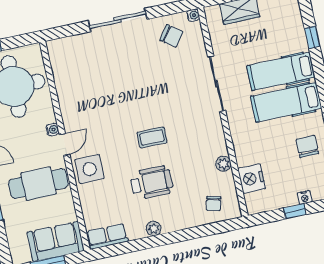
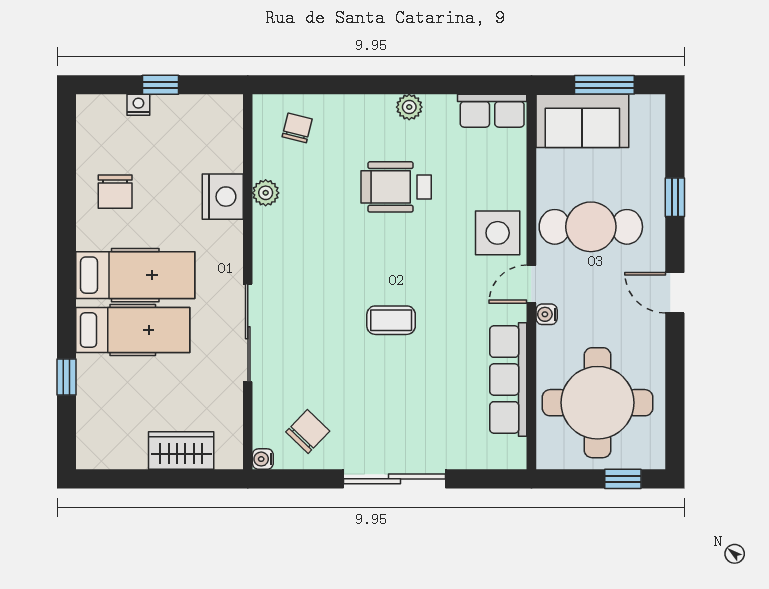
chair: (171, 36) -> (308, 432), turned 98
row of seats: (66, 89) -> (508, 380), added
coffee table: (152, 137) -> (391, 320), moved
nightstand: (252, 179) -> (223, 197), moved

